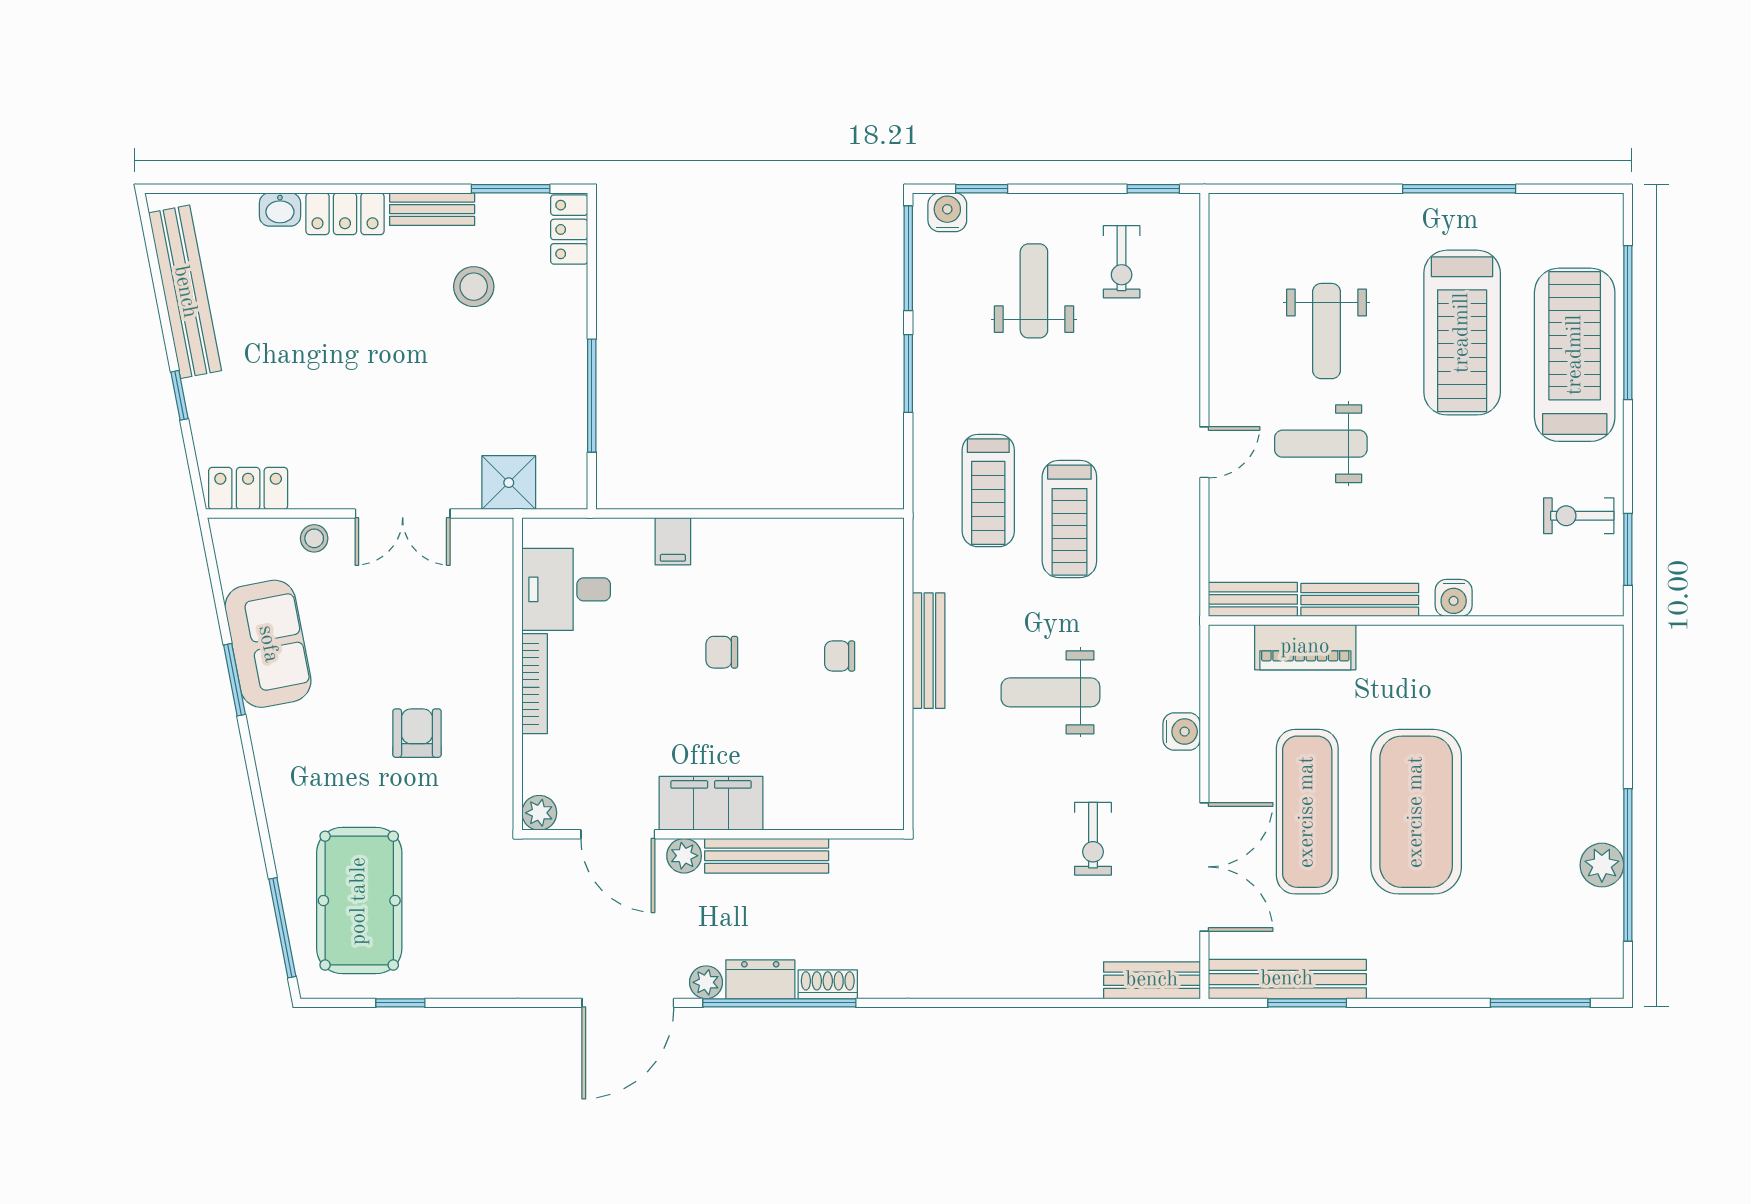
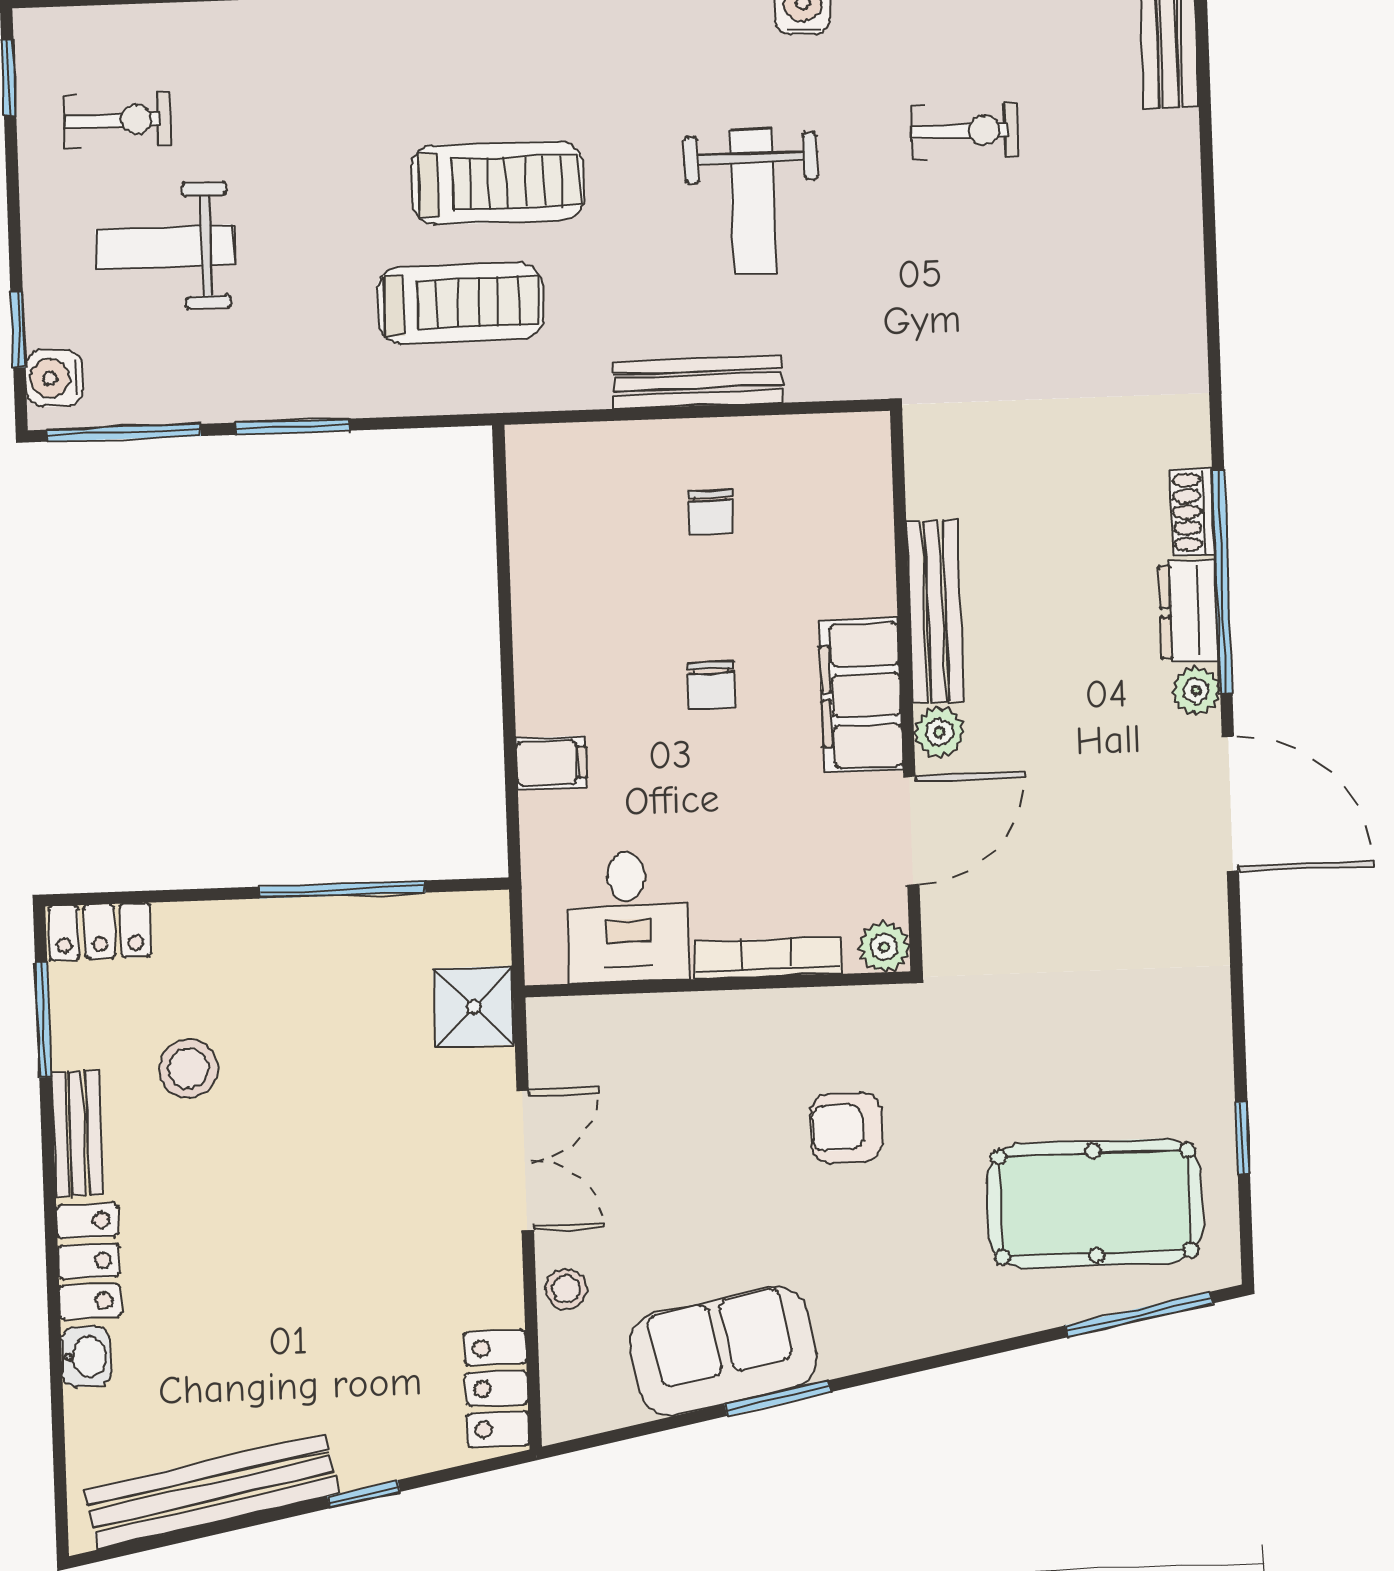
filing cabinet: (711, 803) -> (861, 695), moved
plant: (539, 813) -> (884, 947), moved
door: (618, 834) -> (911, 830), moved
wall: (713, 834) -> (906, 691), moved
plant: (684, 856) -> (939, 732), moved
bench: (767, 856) -> (935, 611), moved

